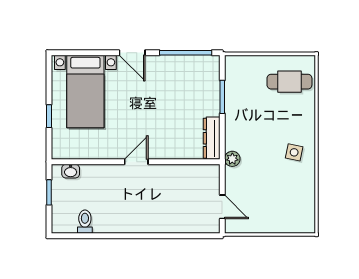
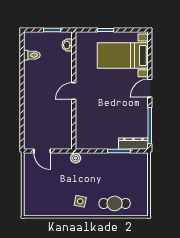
cafe table: (289, 82) -> (115, 203), moved, turned 90
dresser: (212, 138) -> (133, 144), moved
door: (136, 162) -> (74, 91), swing flipped
door: (222, 207) -> (42, 151), hinge flipped

